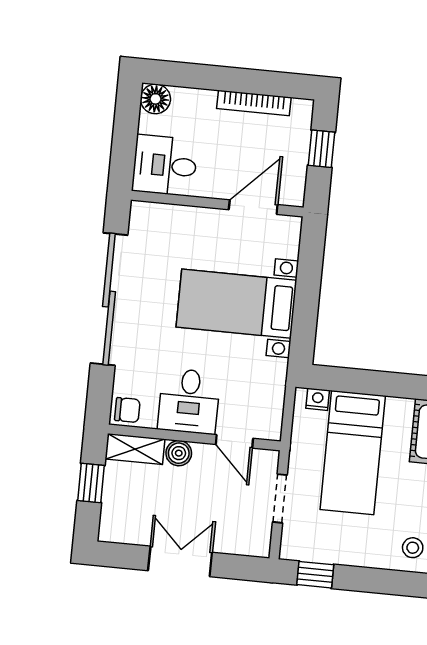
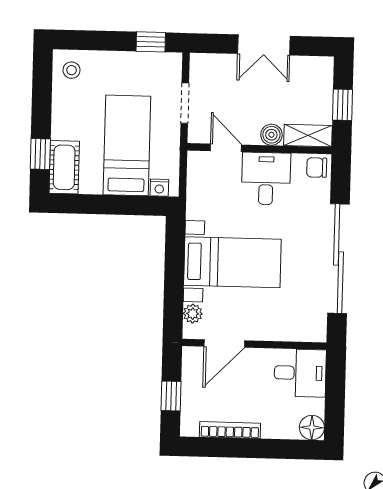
plant: (288, 246) -> (193, 314), added

